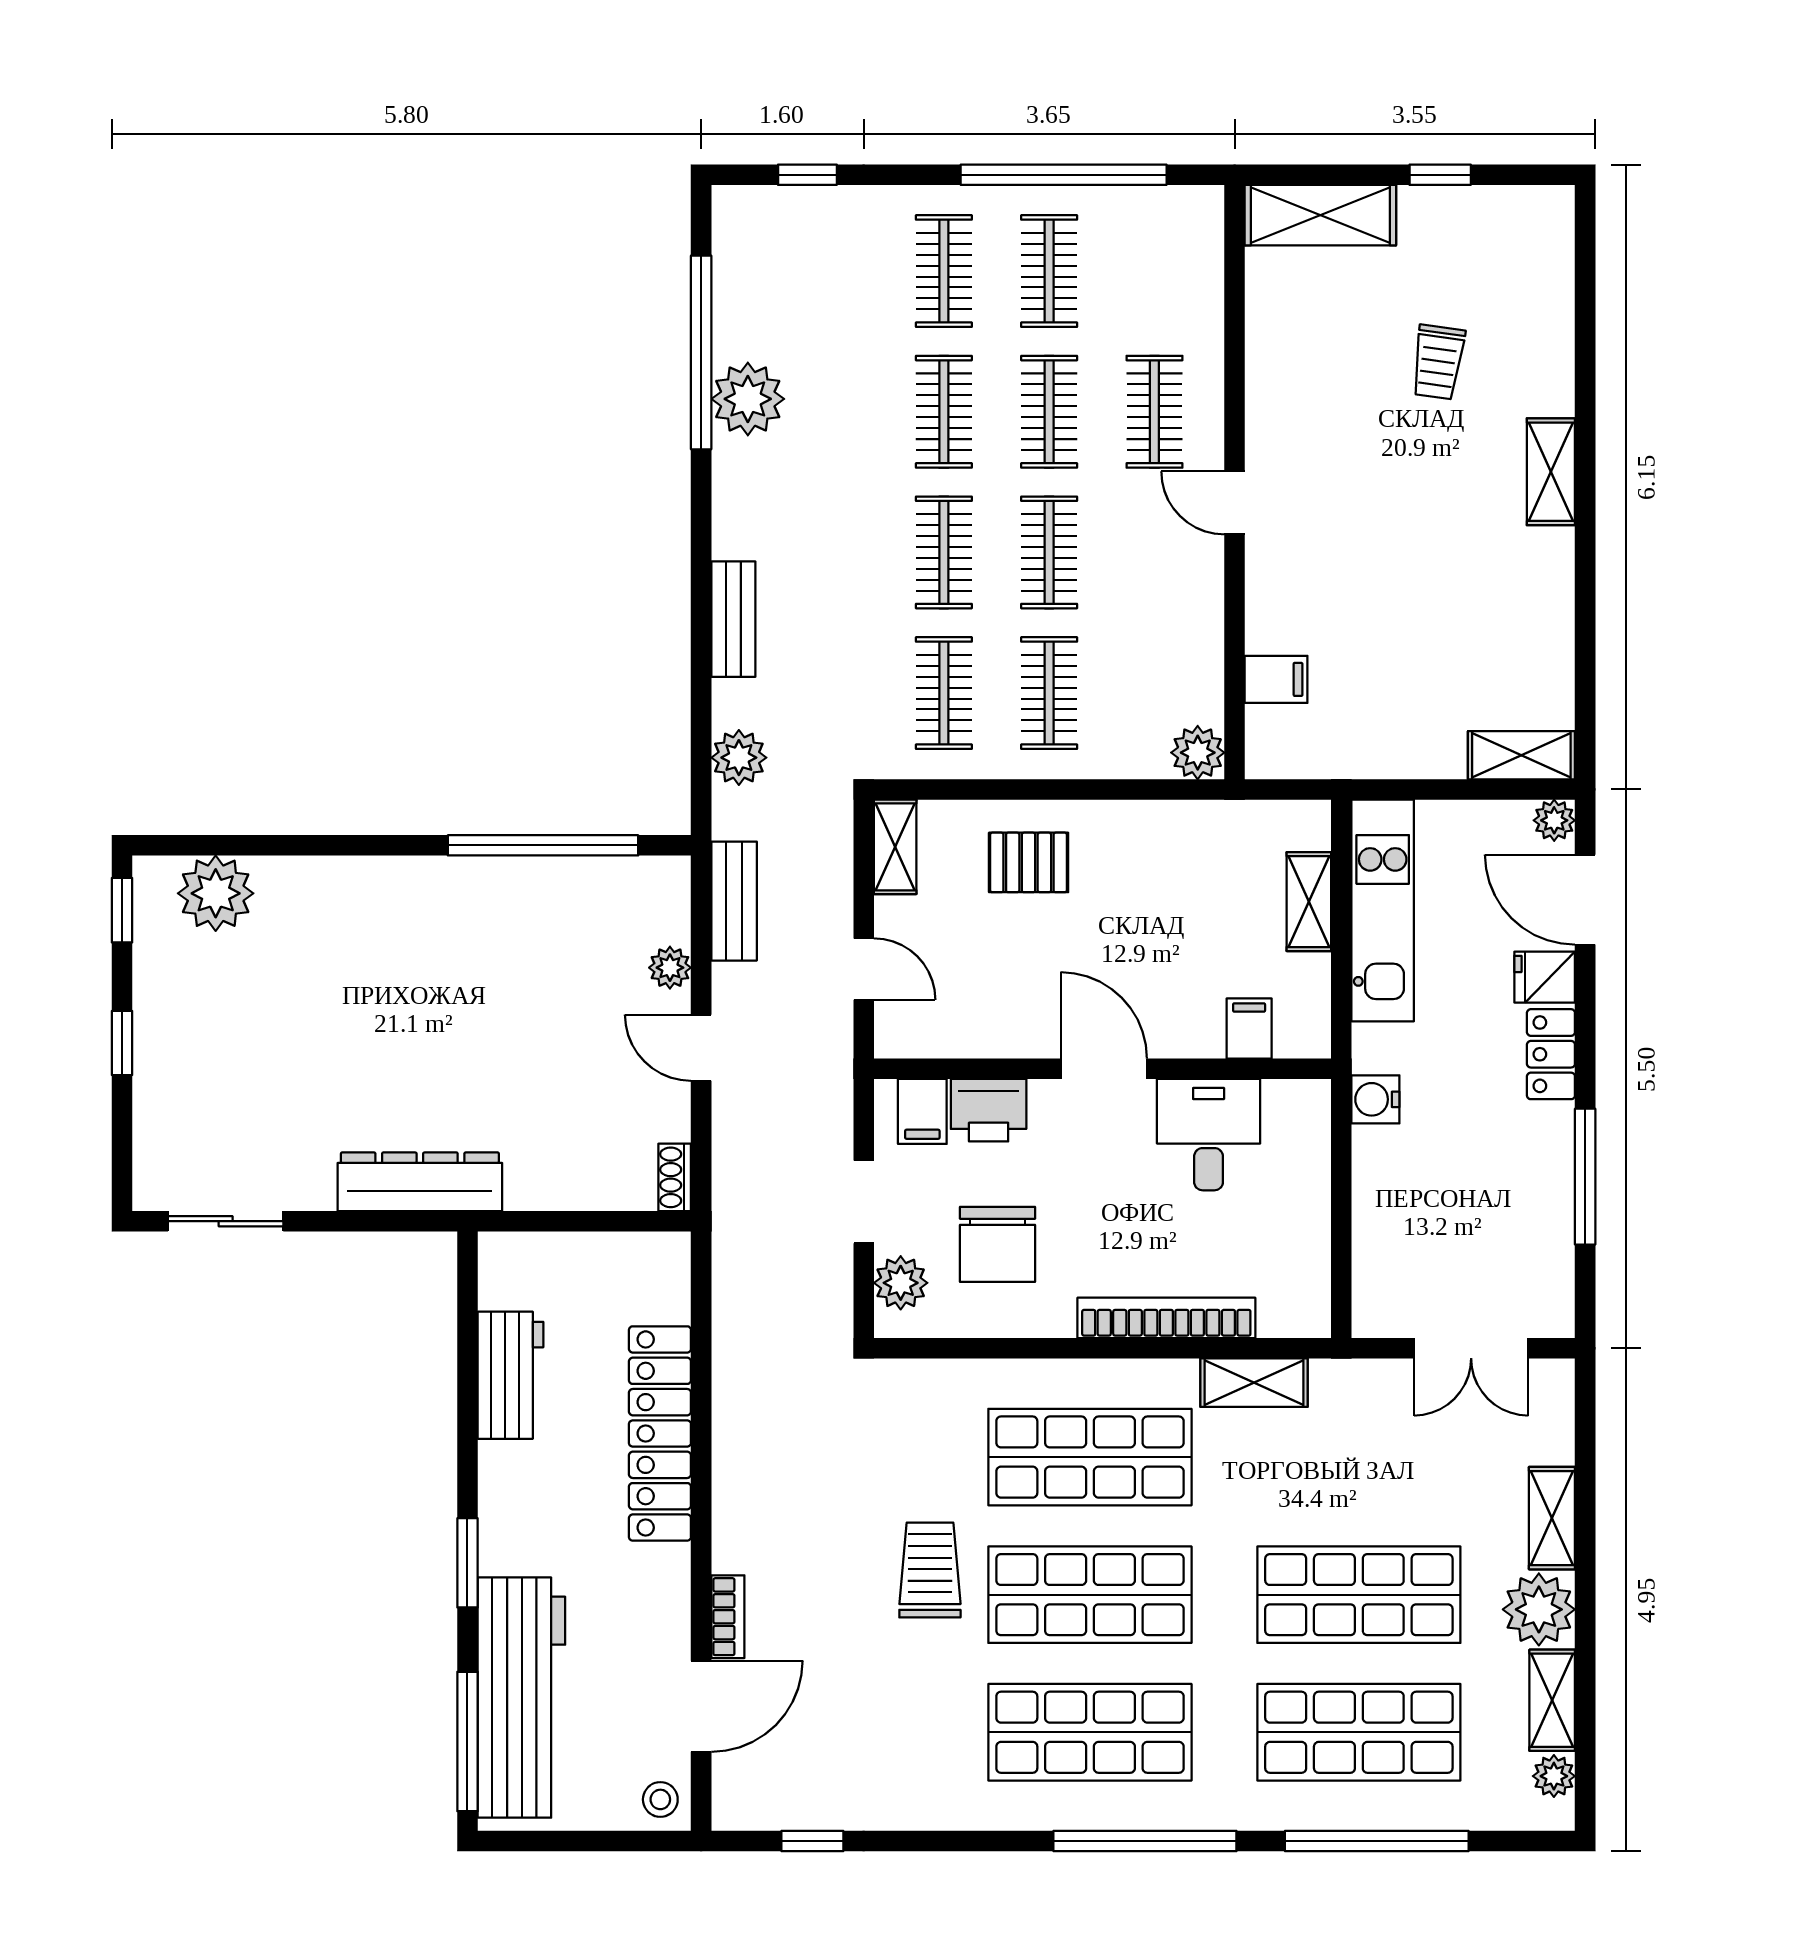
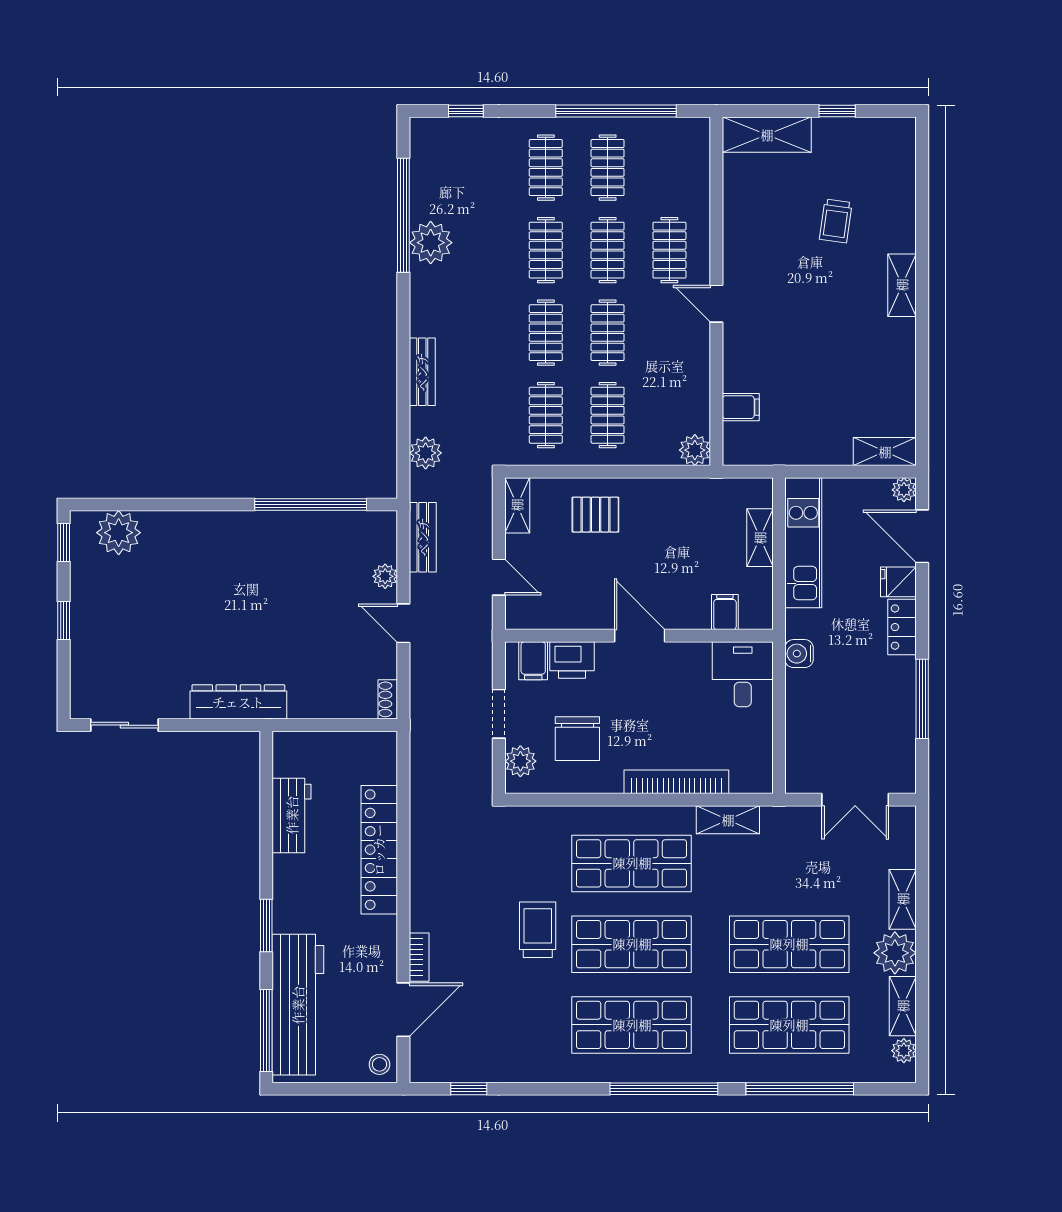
desk: (1209, 1135) -> (743, 674), moved

